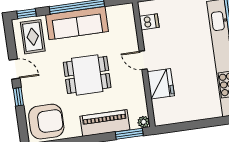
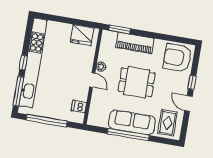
window: (26, 14) -> (167, 141), removed
fridge: (161, 84) -> (82, 35), moved, turned -90
plant: (144, 122) -> (101, 67), moved

